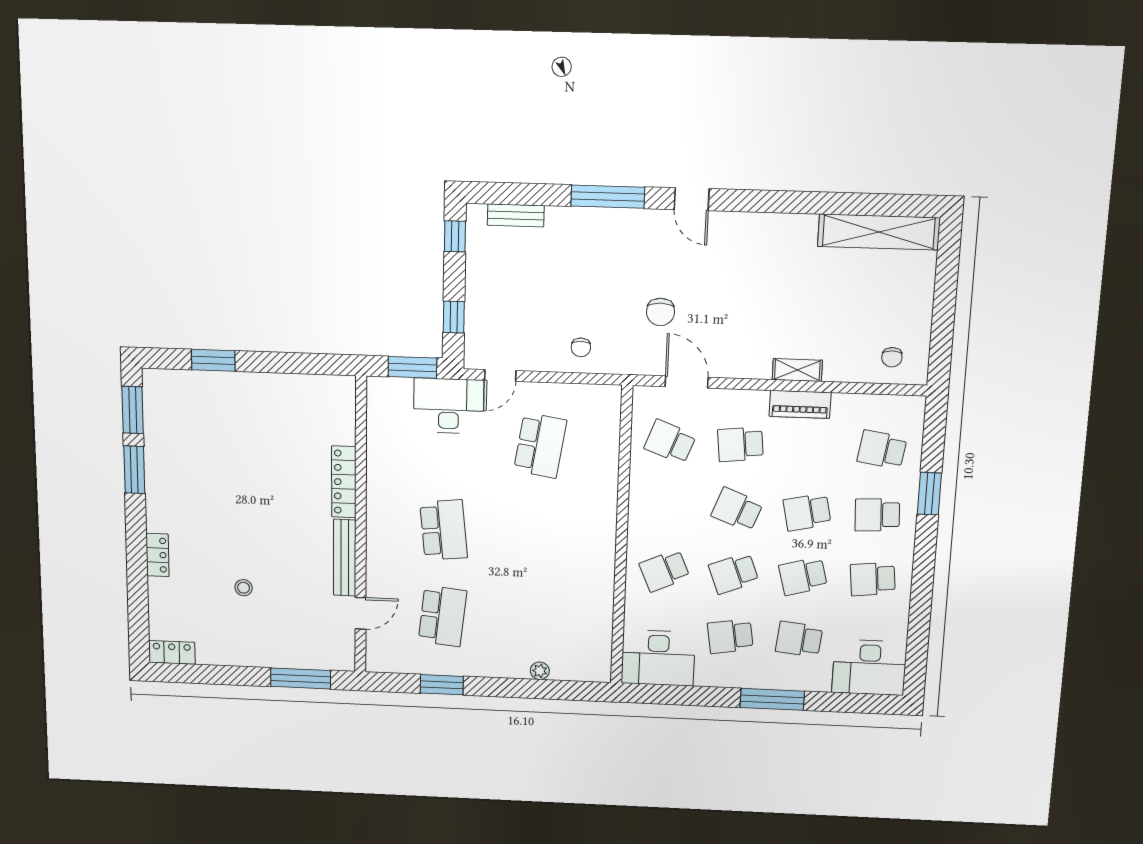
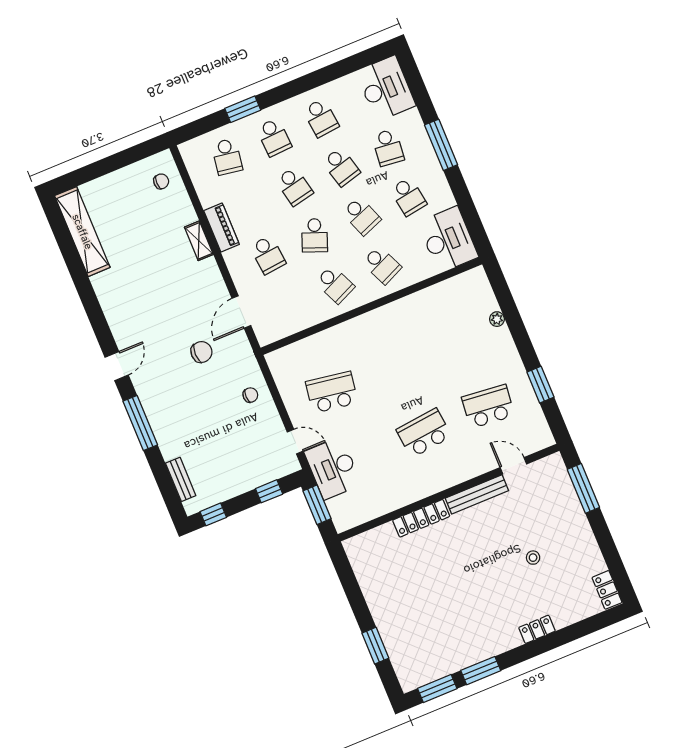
school desk: (670, 442) -> (335, 284), moved, turned -45

